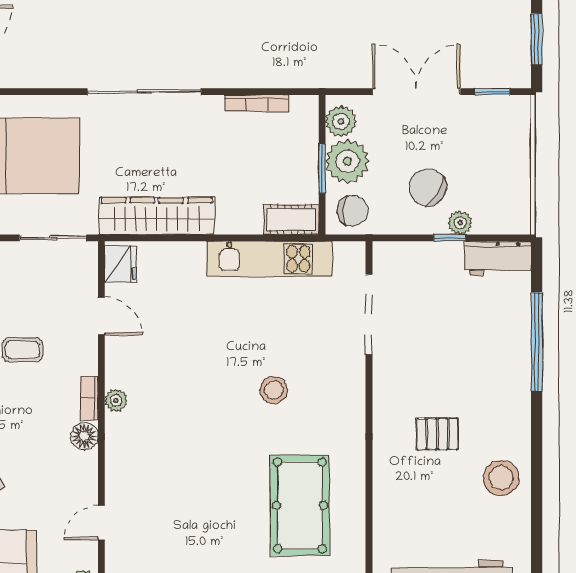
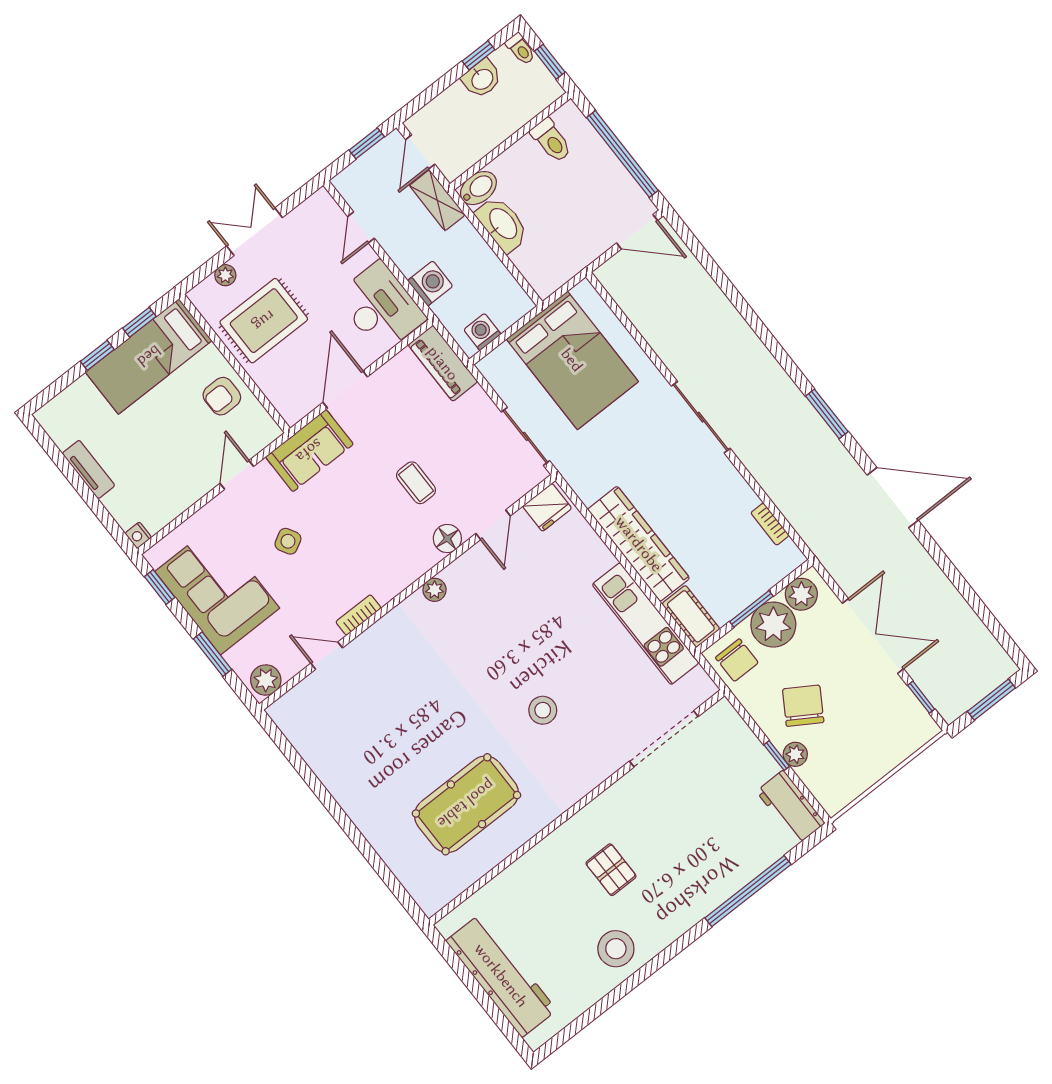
sliding door: (144, 92) -> (701, 417), width x0.73
bookcase: (257, 103) -> (770, 524), width x0.64
wardrobe: (157, 216) -> (639, 544), moved
bookcase: (89, 398) -> (358, 615), moved
floor lamp: (84, 436) -> (447, 538), moved

